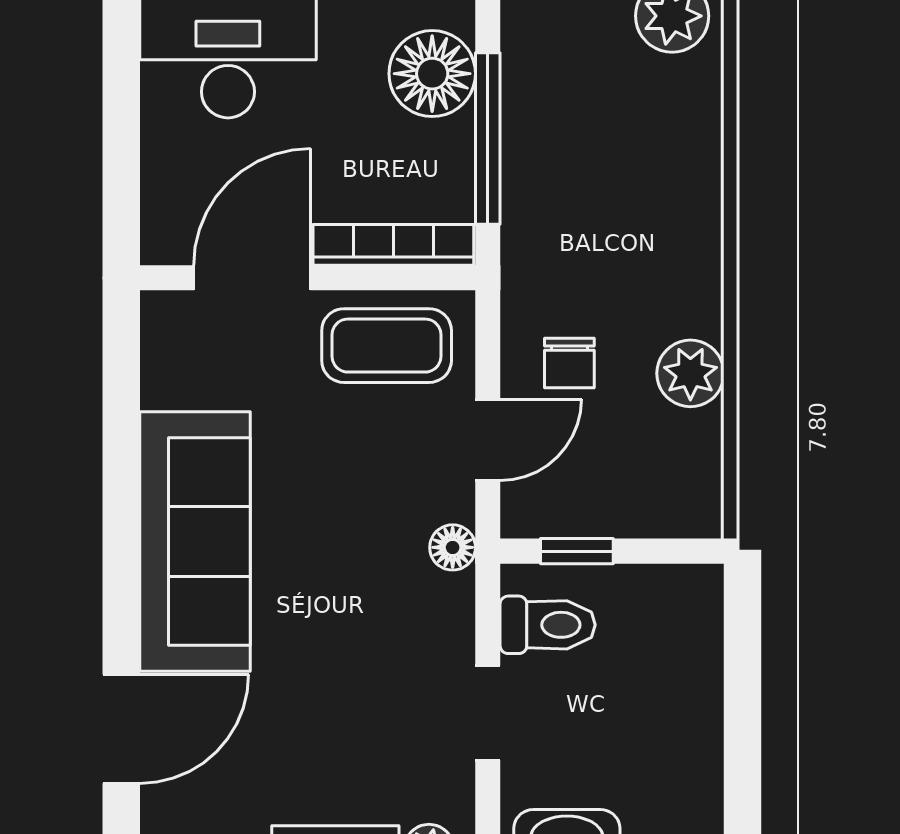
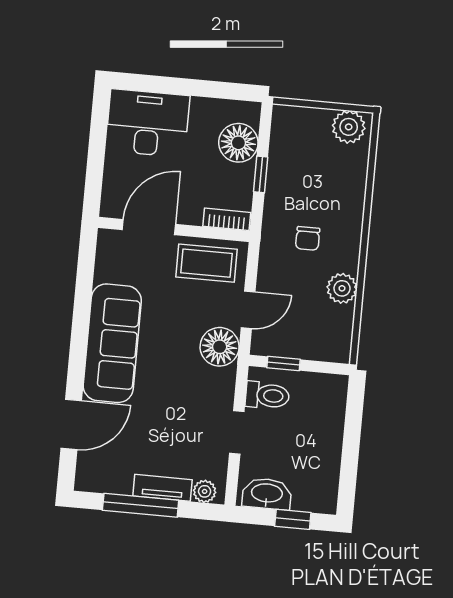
window: (488, 138) -> (261, 174), width x0.46
bookcase: (393, 245) -> (227, 219), width x0.64
chair: (569, 363) -> (308, 238), moved
floor lamp: (453, 547) -> (220, 347), width x1.89, depth x1.89

